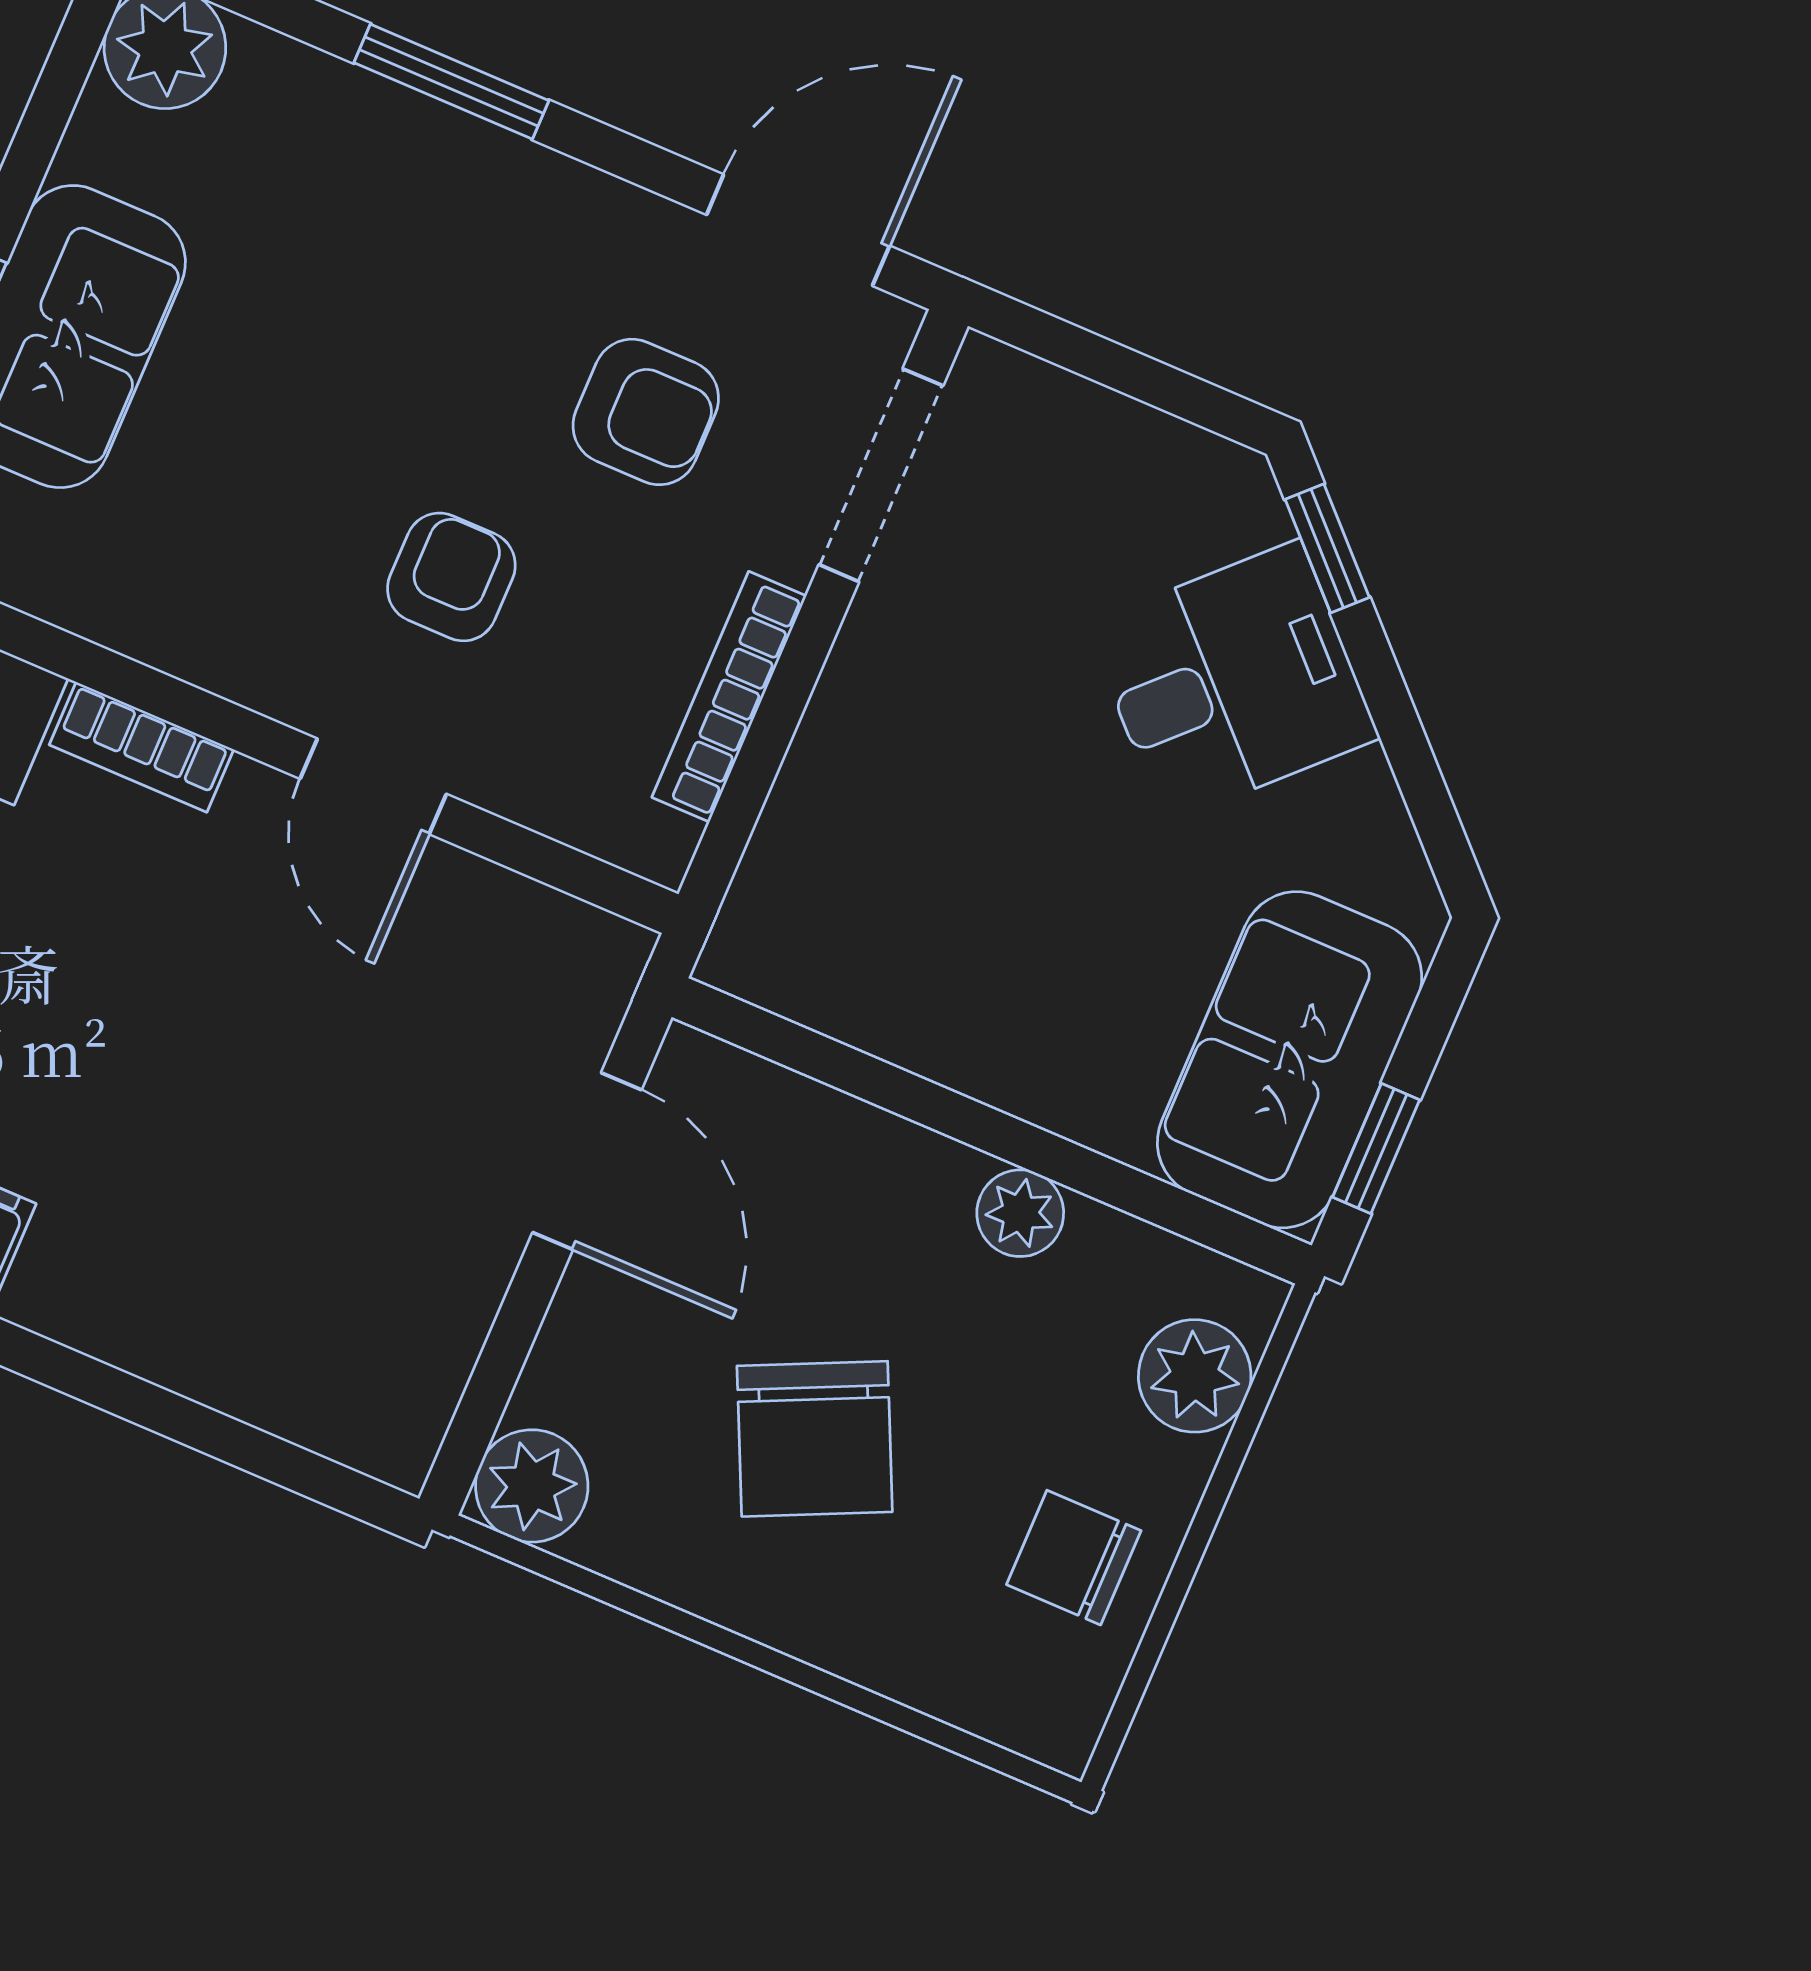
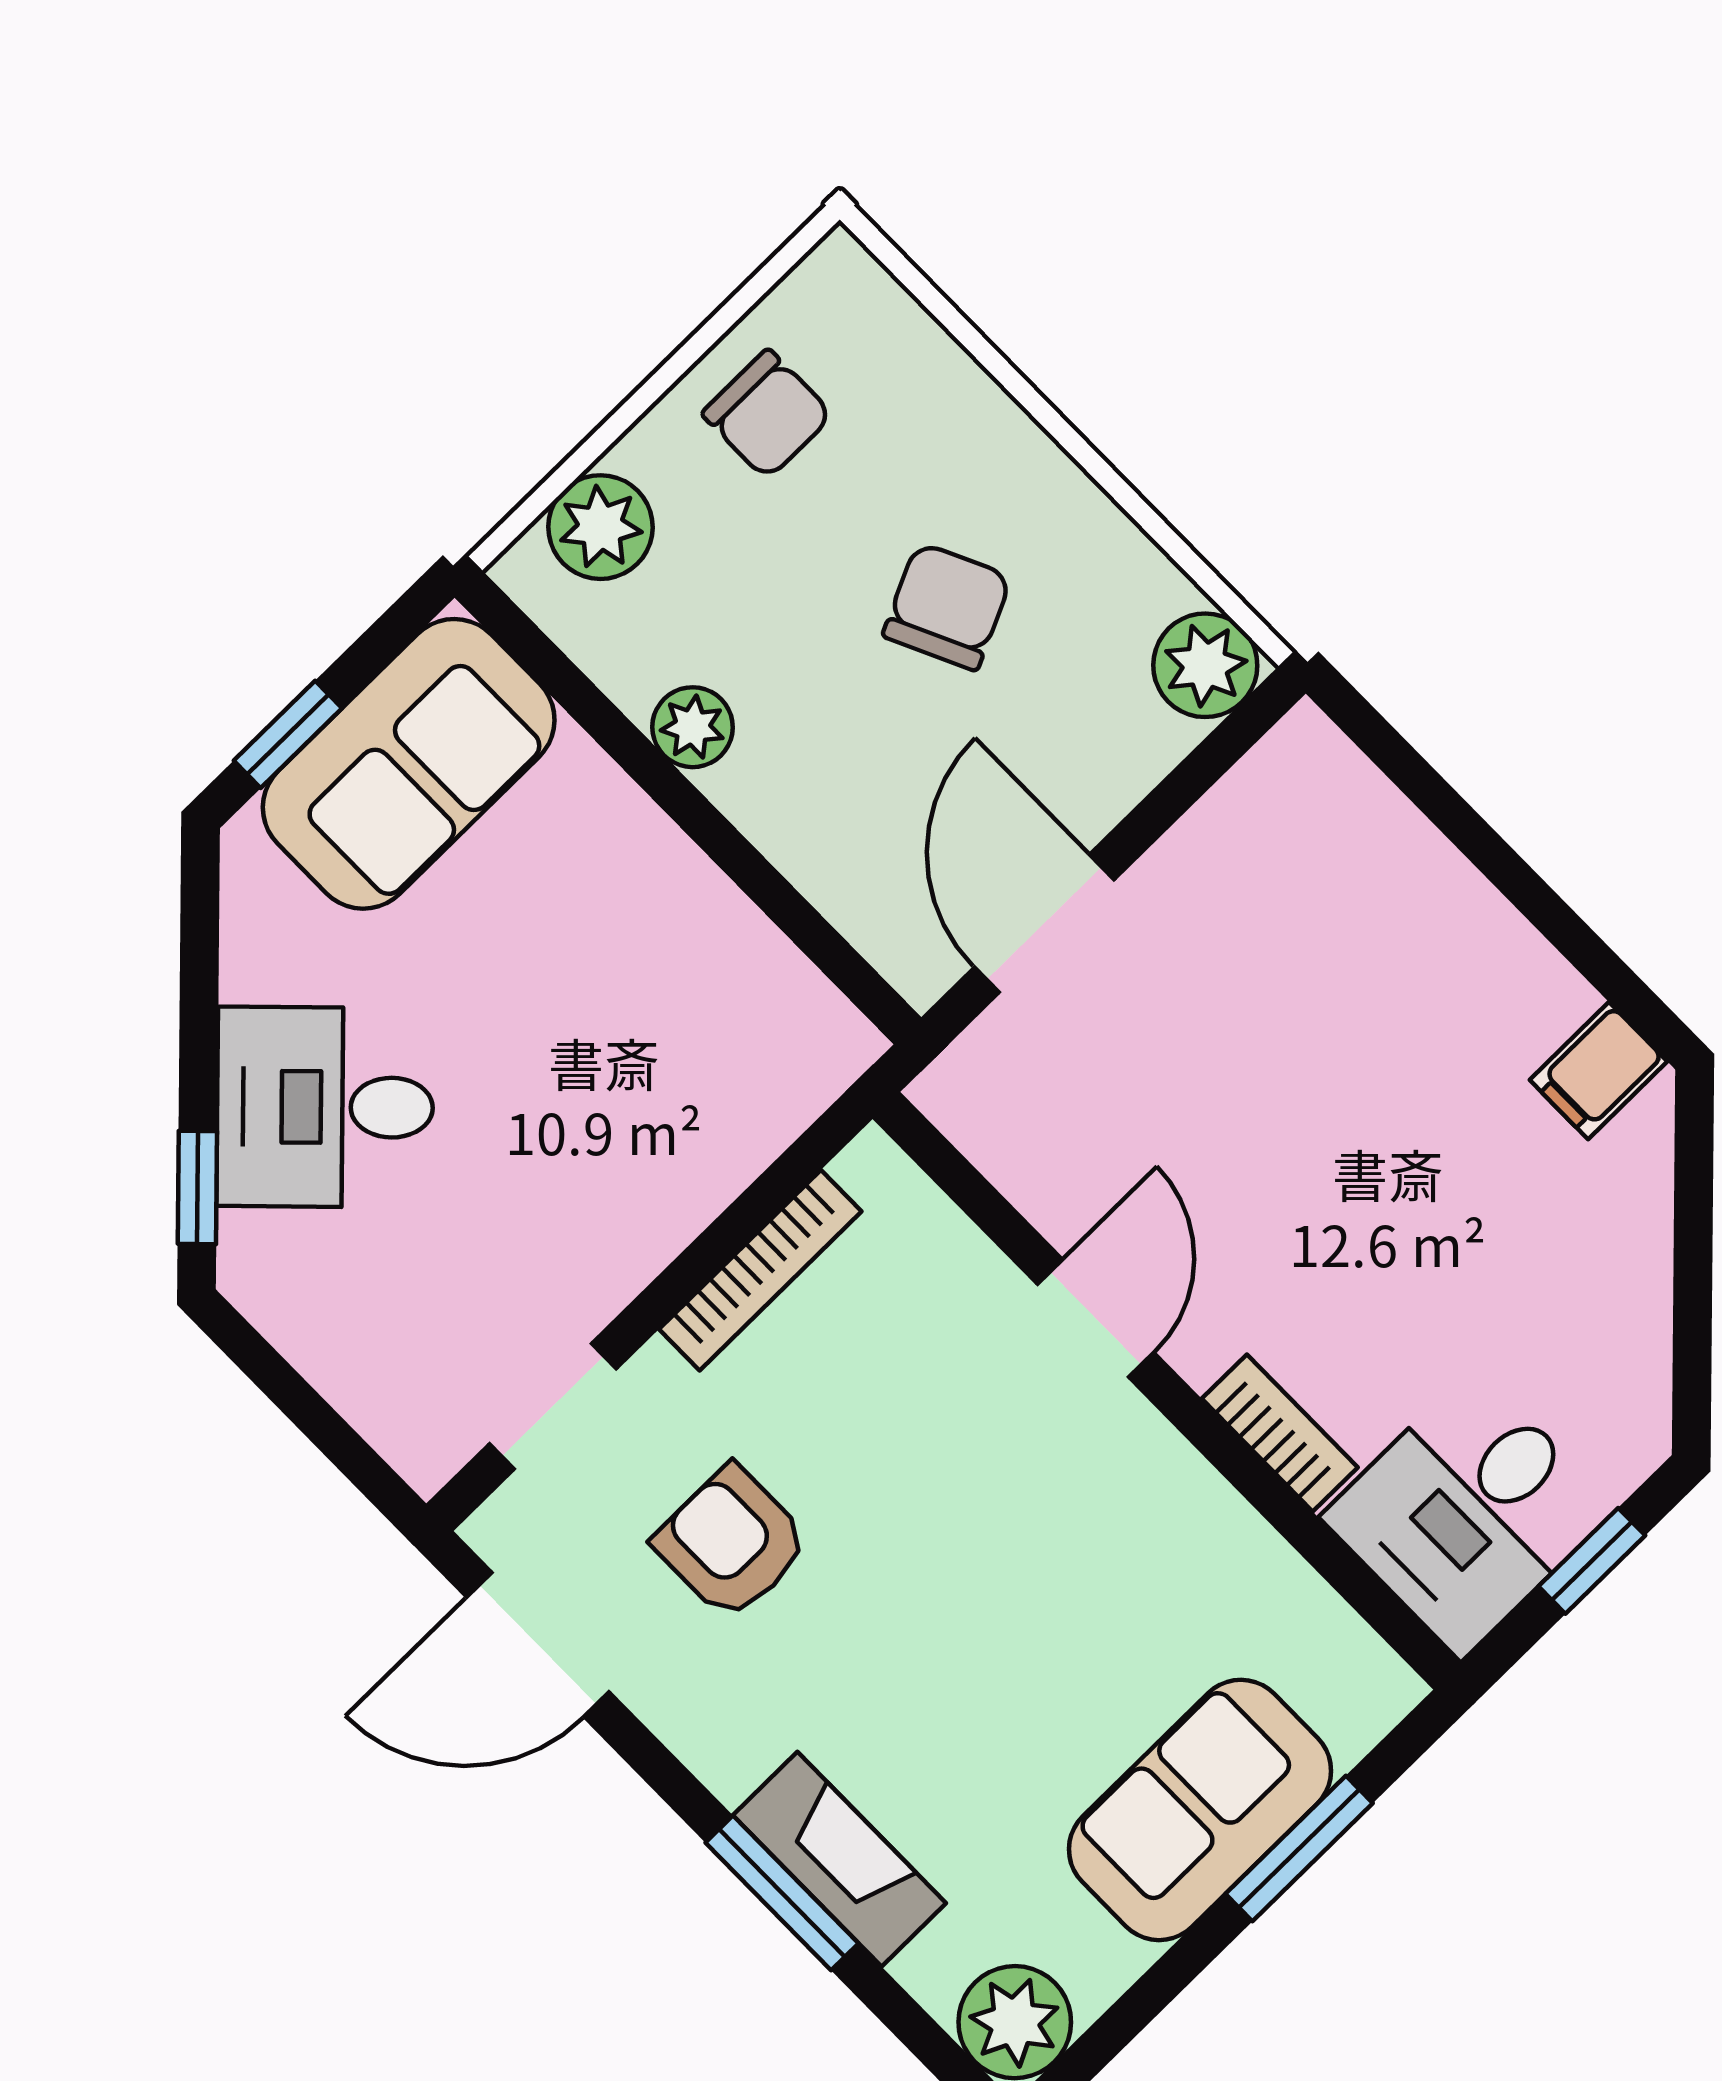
fireplace: (408, 139) -> (839, 1859), added
doorway: (881, 475) -> (553, 1406), width x0.73
armchair: (451, 577) -> (955, 1470), removed
window: (1376, 1148) -> (288, 734), moved
chair: (815, 1439) -> (947, 606), width x0.73, depth x0.73

